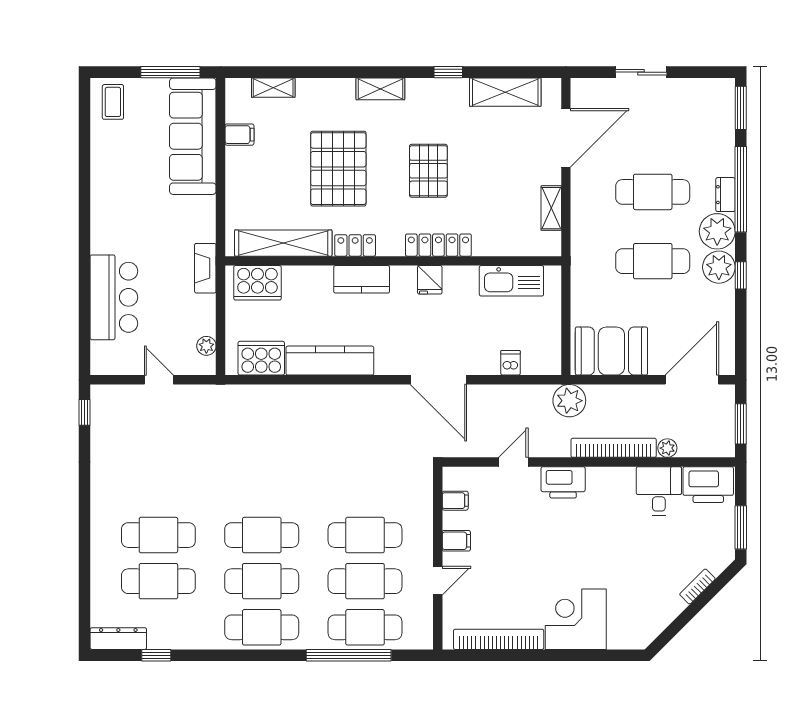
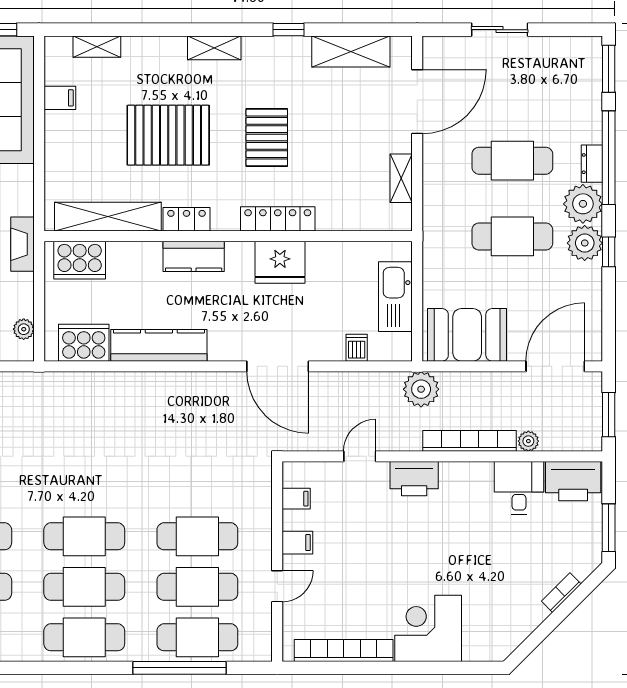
pallet: (338, 169) -> (168, 135), turned 90
fridge: (430, 280) -> (280, 262), width x1.88, depth x1.34
kitchen sink: (511, 281) -> (395, 297), moved, turned 90

